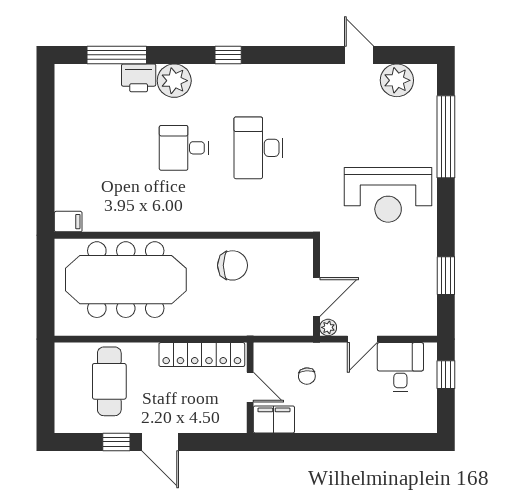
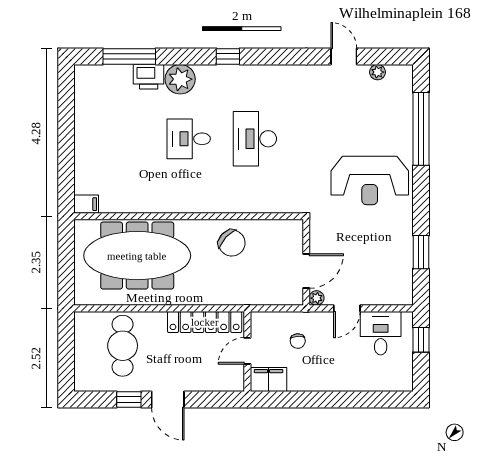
plant: (397, 80) -> (378, 72), width x0.53, depth x0.53
chair: (232, 265) -> (232, 243), turned 43
door: (250, 387) -> (247, 351), swing flipped

